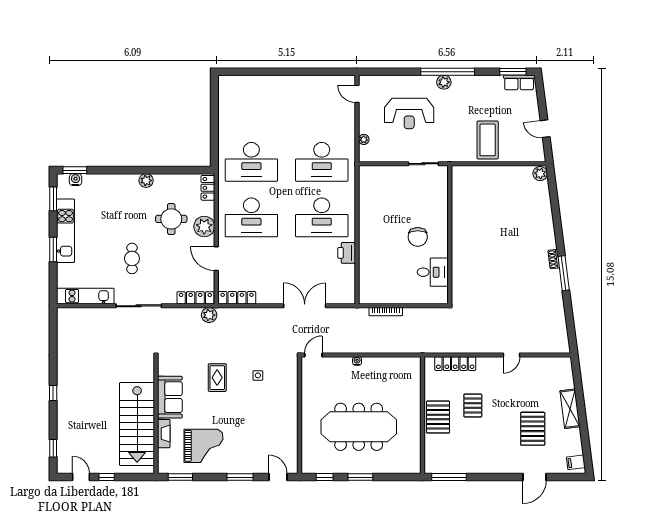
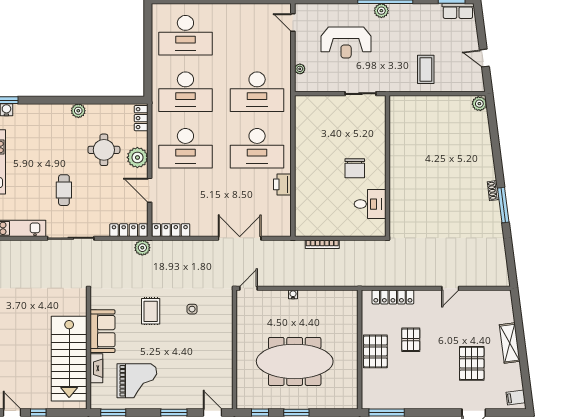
desk: (251, 106) -> (185, 35), added
coffee table: (488, 140) -> (426, 69), width x0.73, depth x0.76

